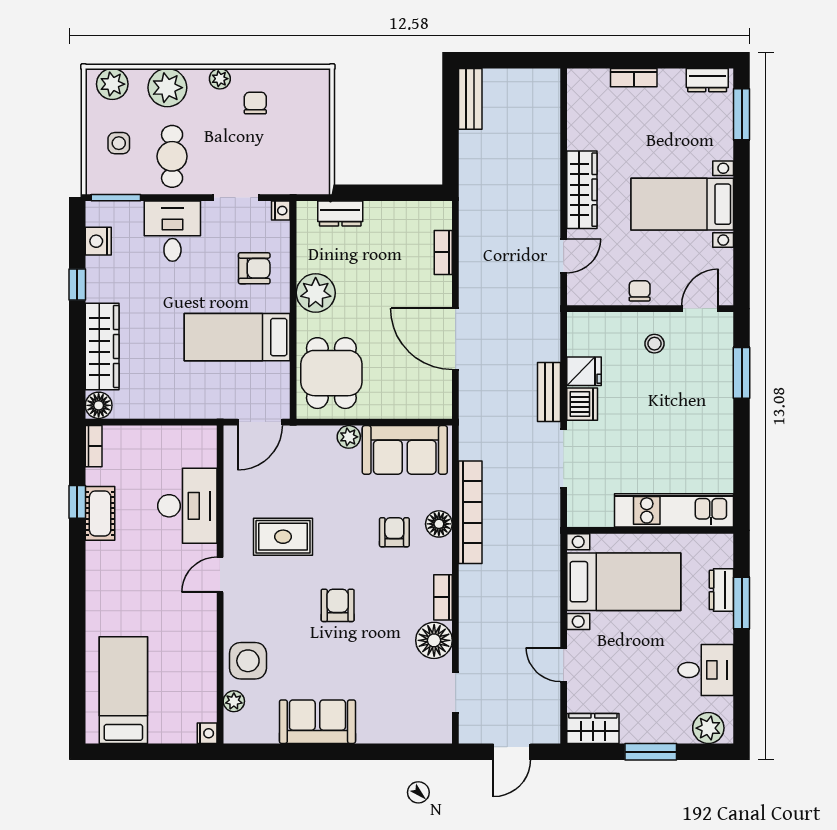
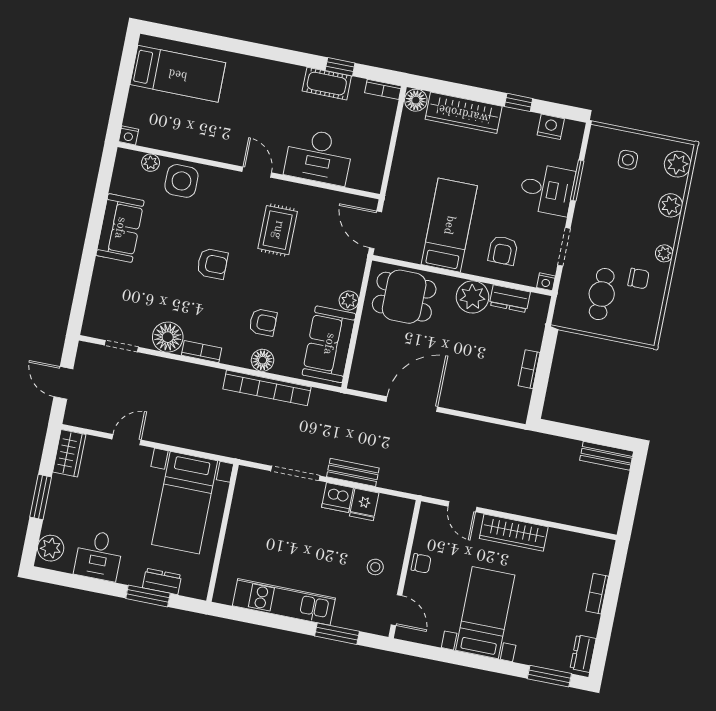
plant: (167, 88) -> (671, 205), width x0.73, depth x0.73
cafe table: (172, 156) -> (602, 294), moved, turned 90
window: (116, 198) -> (577, 181), moved
dresser: (340, 214) -> (510, 299), moved, turned -90
bookcase: (443, 252) -> (529, 369), moved, turned -90
kitchen unit: (674, 510) -> (284, 602), moved, turned -90

